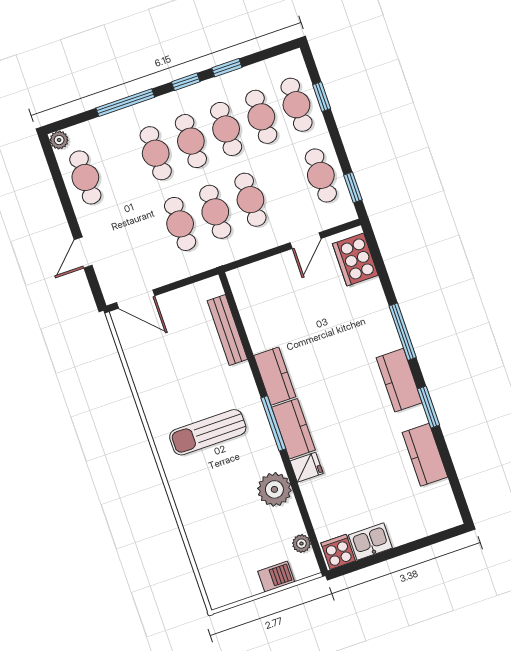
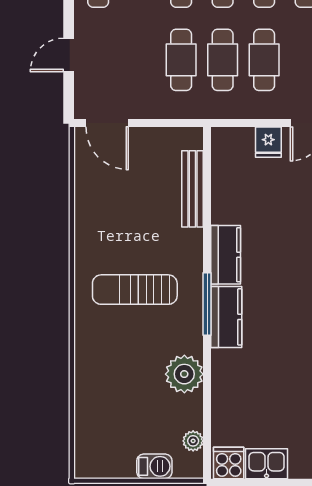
fridge: (307, 467) -> (268, 142), moved, turned 90

